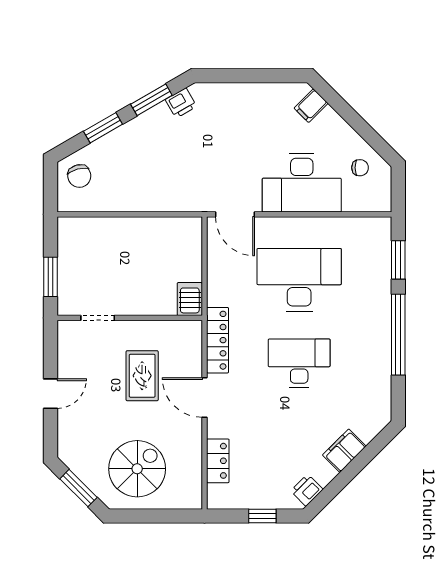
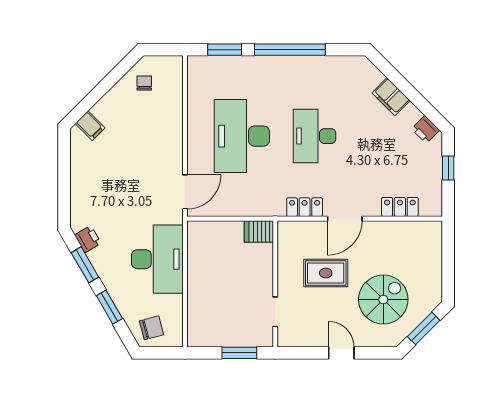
desk: (302, 183) -> (157, 259), moved
locker: (218, 340) -> (305, 207), width x0.66
spiral stairs: (137, 469) -> (383, 299), moved, turned 90

